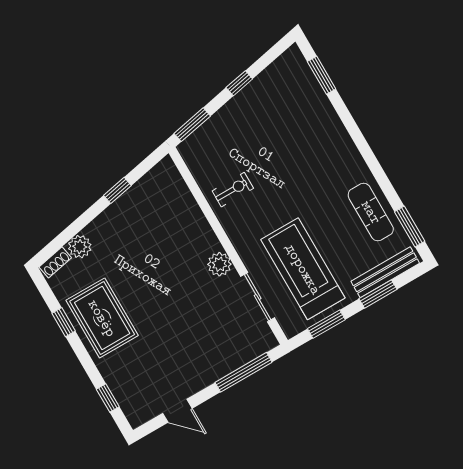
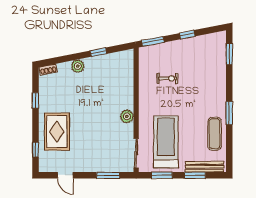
exercise bike: (233, 190) -> (168, 78), moved
window: (410, 227) -> (229, 113), moved
plant: (80, 247) -> (78, 66), moved
sliding door: (258, 297) -> (136, 153), moved
rug: (102, 318) -> (57, 132), moved
window: (244, 372) -> (108, 175), width x0.69

